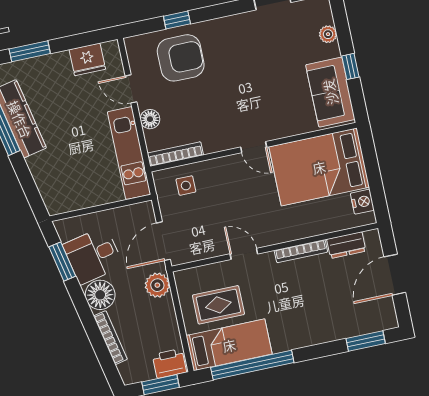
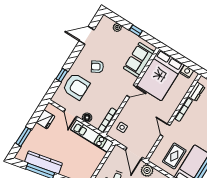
armchair: (181, 58) -> (76, 86), turned 90
armchair: (241, 61) -> (97, 67), added
door: (131, 89) -> (70, 114), hinge flipped
sofa: (330, 92) -> (139, 60), moved, turned 90
door: (244, 254) -> (165, 130), hinge flipped

